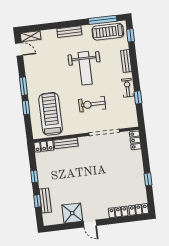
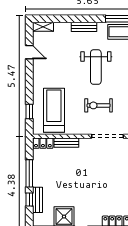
door: (19, 49) -> (29, 52), moved
window: (23, 86) -> (29, 78), removed
window: (26, 107) -> (29, 111), moved
window: (34, 176) -> (29, 173), width x2.17

